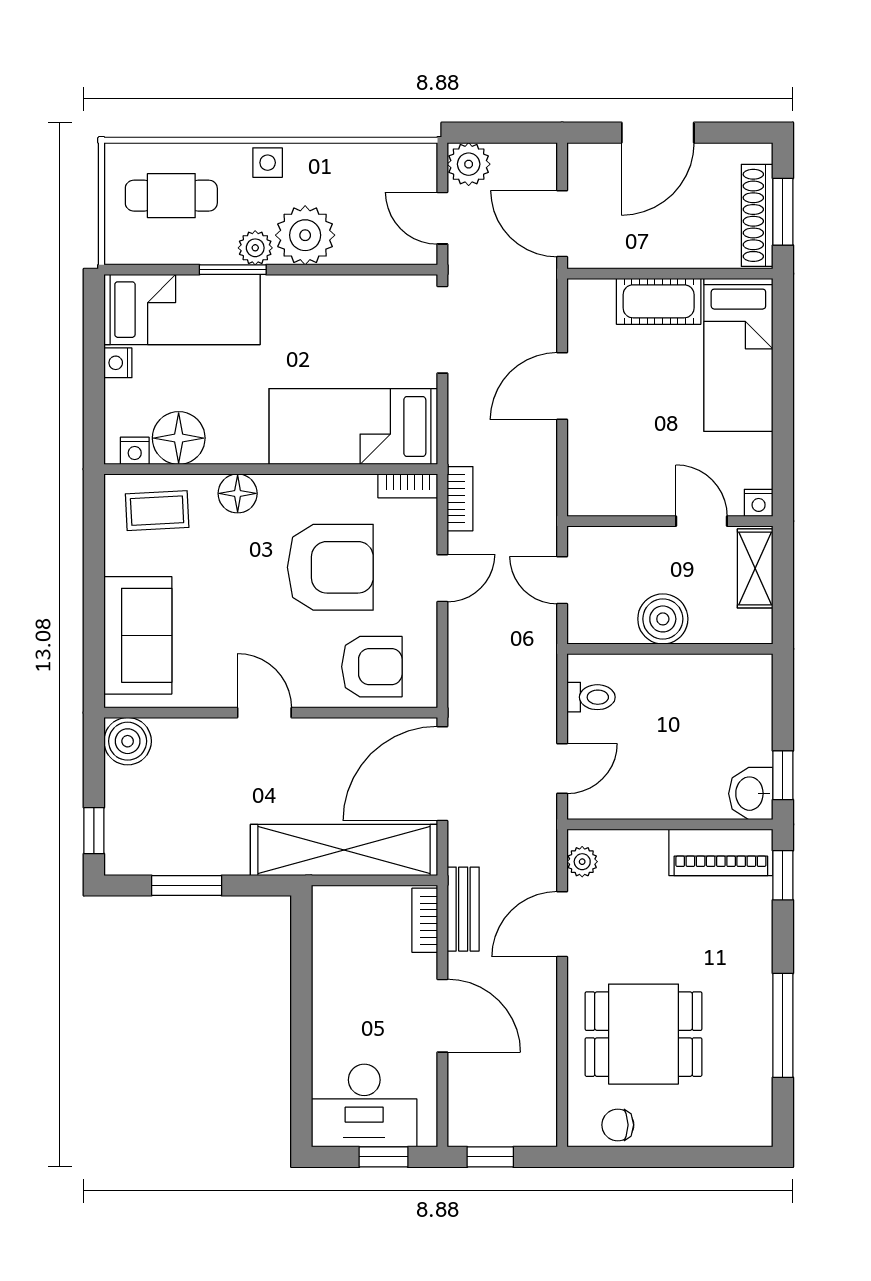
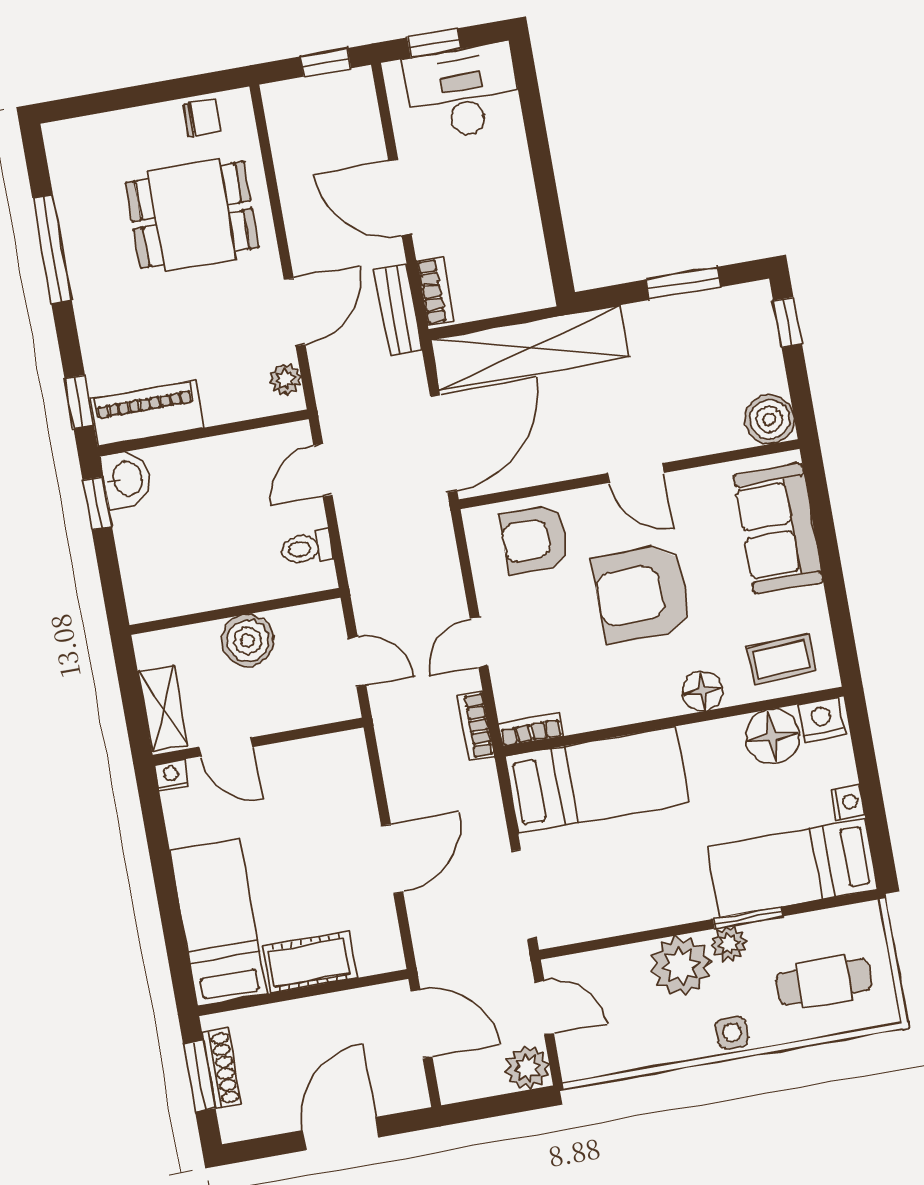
shoe rack: (757, 215) -> (222, 1068), width x0.74, depth x0.81
nightstand: (135, 451) -> (821, 720), width x1.39, depth x1.35
armchair: (330, 567) -> (642, 594), moved

